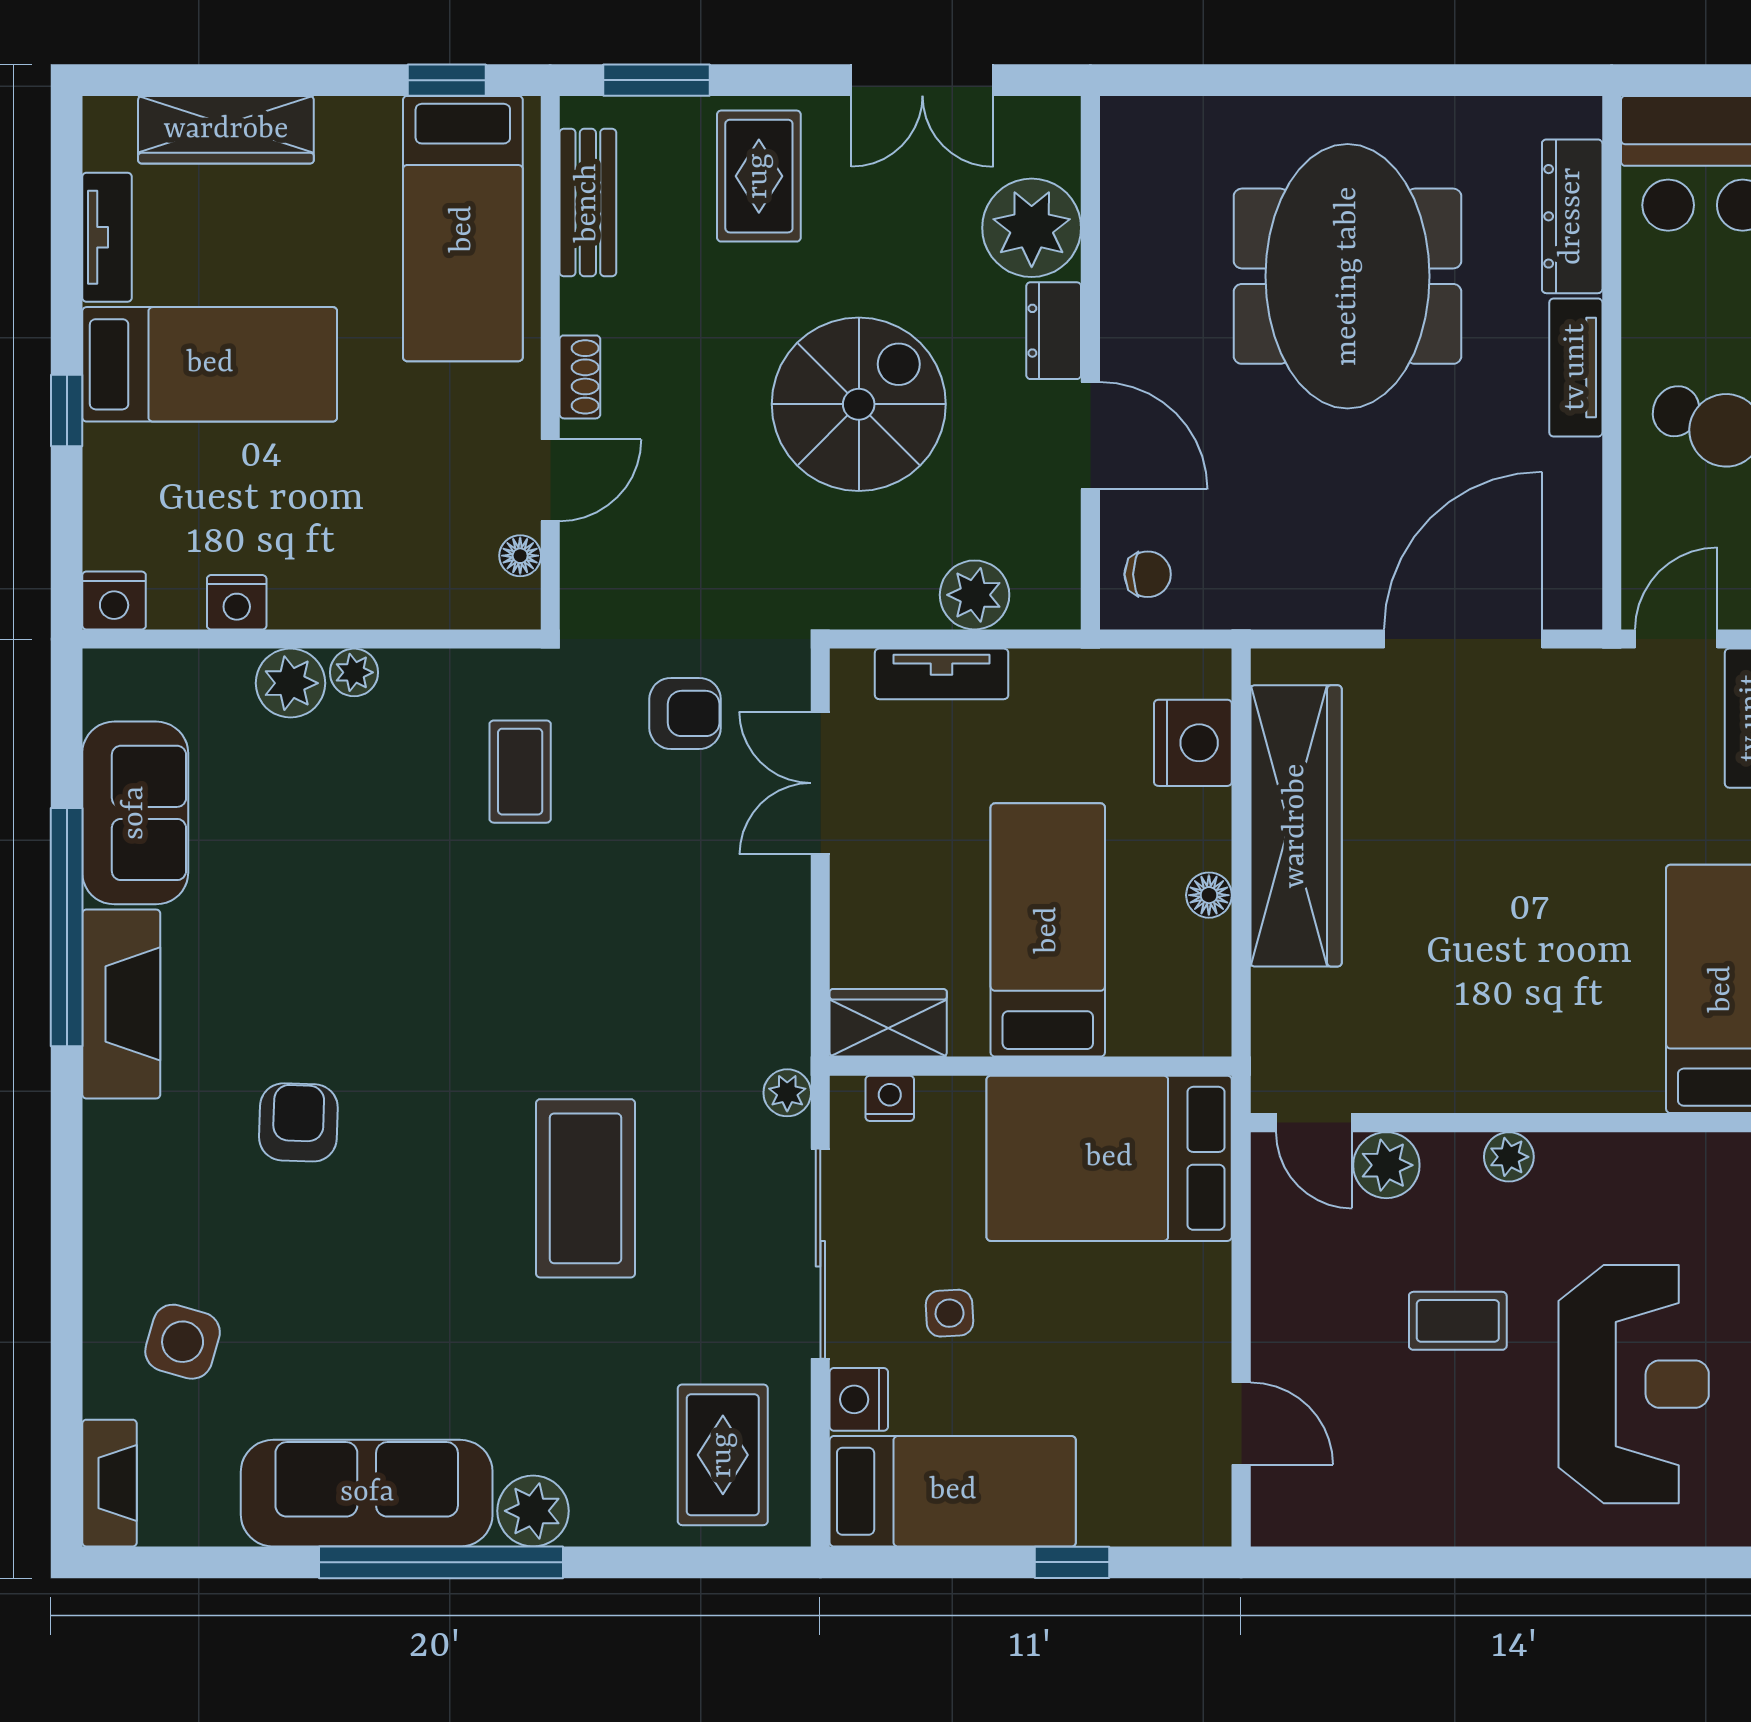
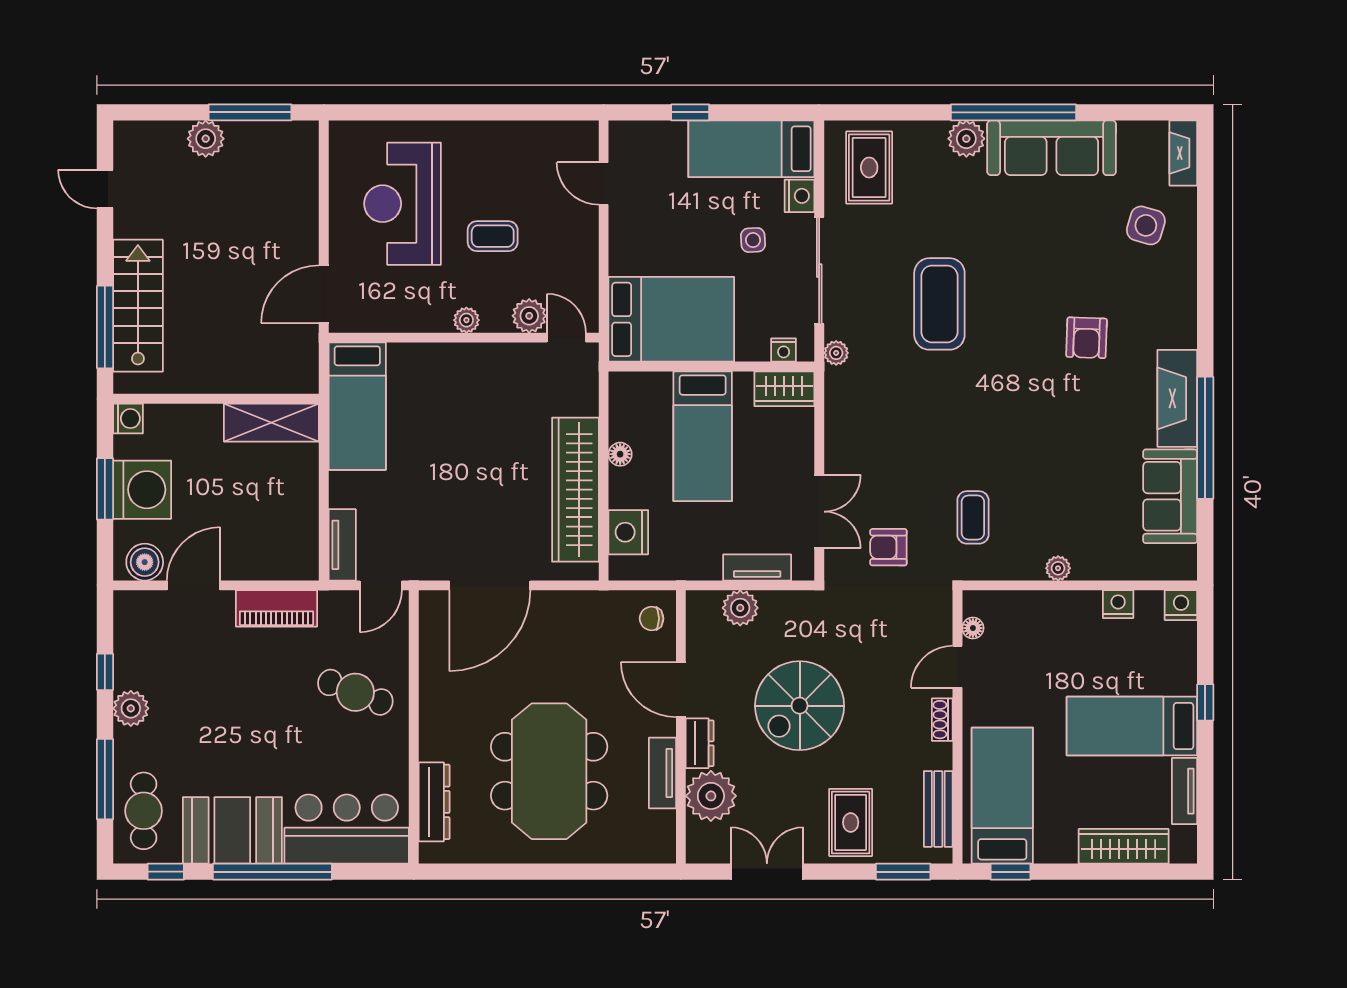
tv unit: (1576, 367) -> (662, 773), moved, turned 180
plant: (290, 683) -> (1091, 563), removed

